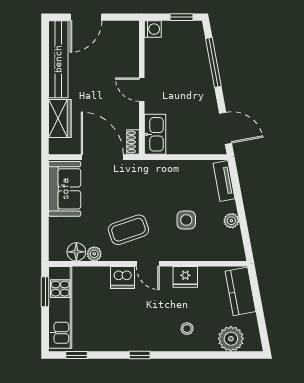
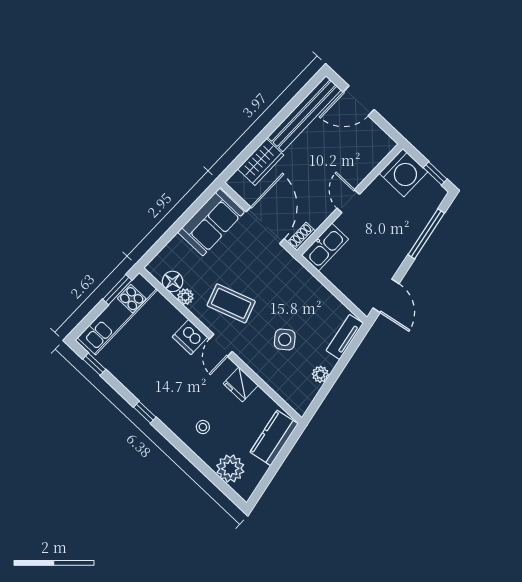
washing machine: (153, 29) -> (403, 173), width x1.89, depth x1.89
side table: (186, 220) -> (285, 340), turned -38

